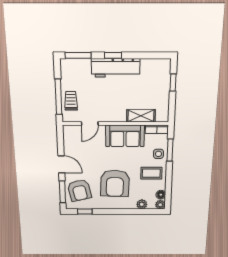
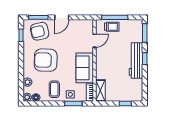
shelving: (141, 116) -> (100, 91), moved
door: (90, 123) -> (94, 41), swing flipped

